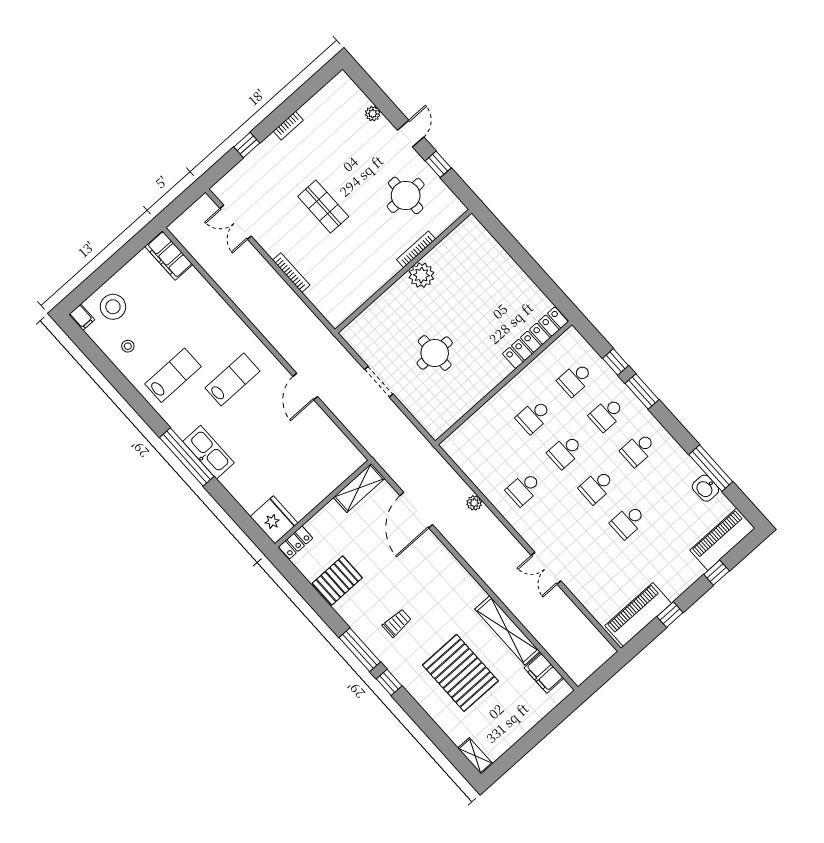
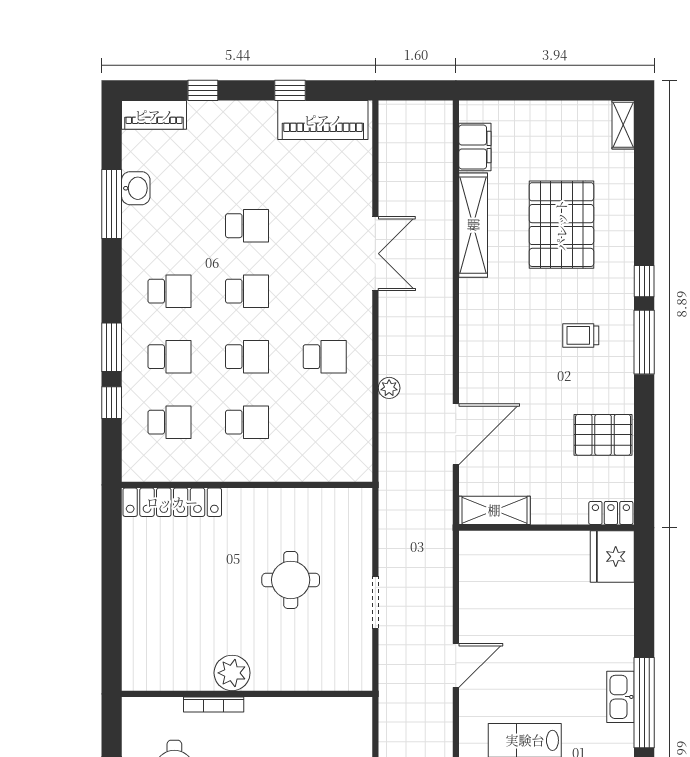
kitchen sink: (208, 452) -> (620, 697), width x0.73, depth x0.81
piano: (722, 539) -> (154, 115), width x0.73, depth x0.75
double door: (546, 568) -> (375, 254), width x1.37

